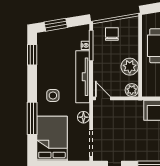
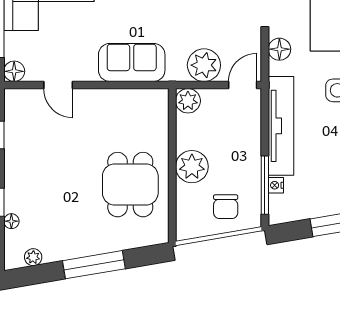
plant: (130, 67) -> (192, 167), moved
door: (103, 98) -> (243, 85), swing flipped
plant: (123, 109) -> (204, 65), added

